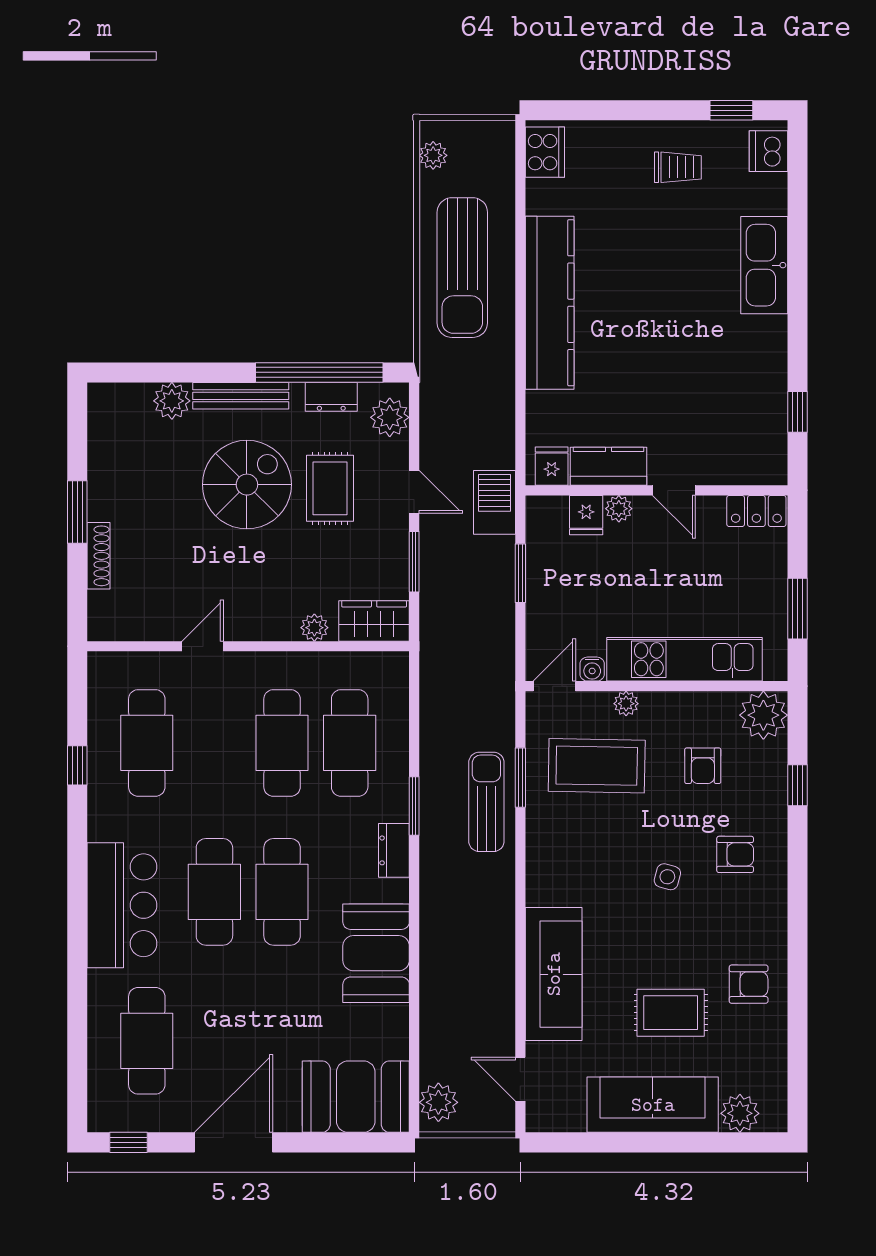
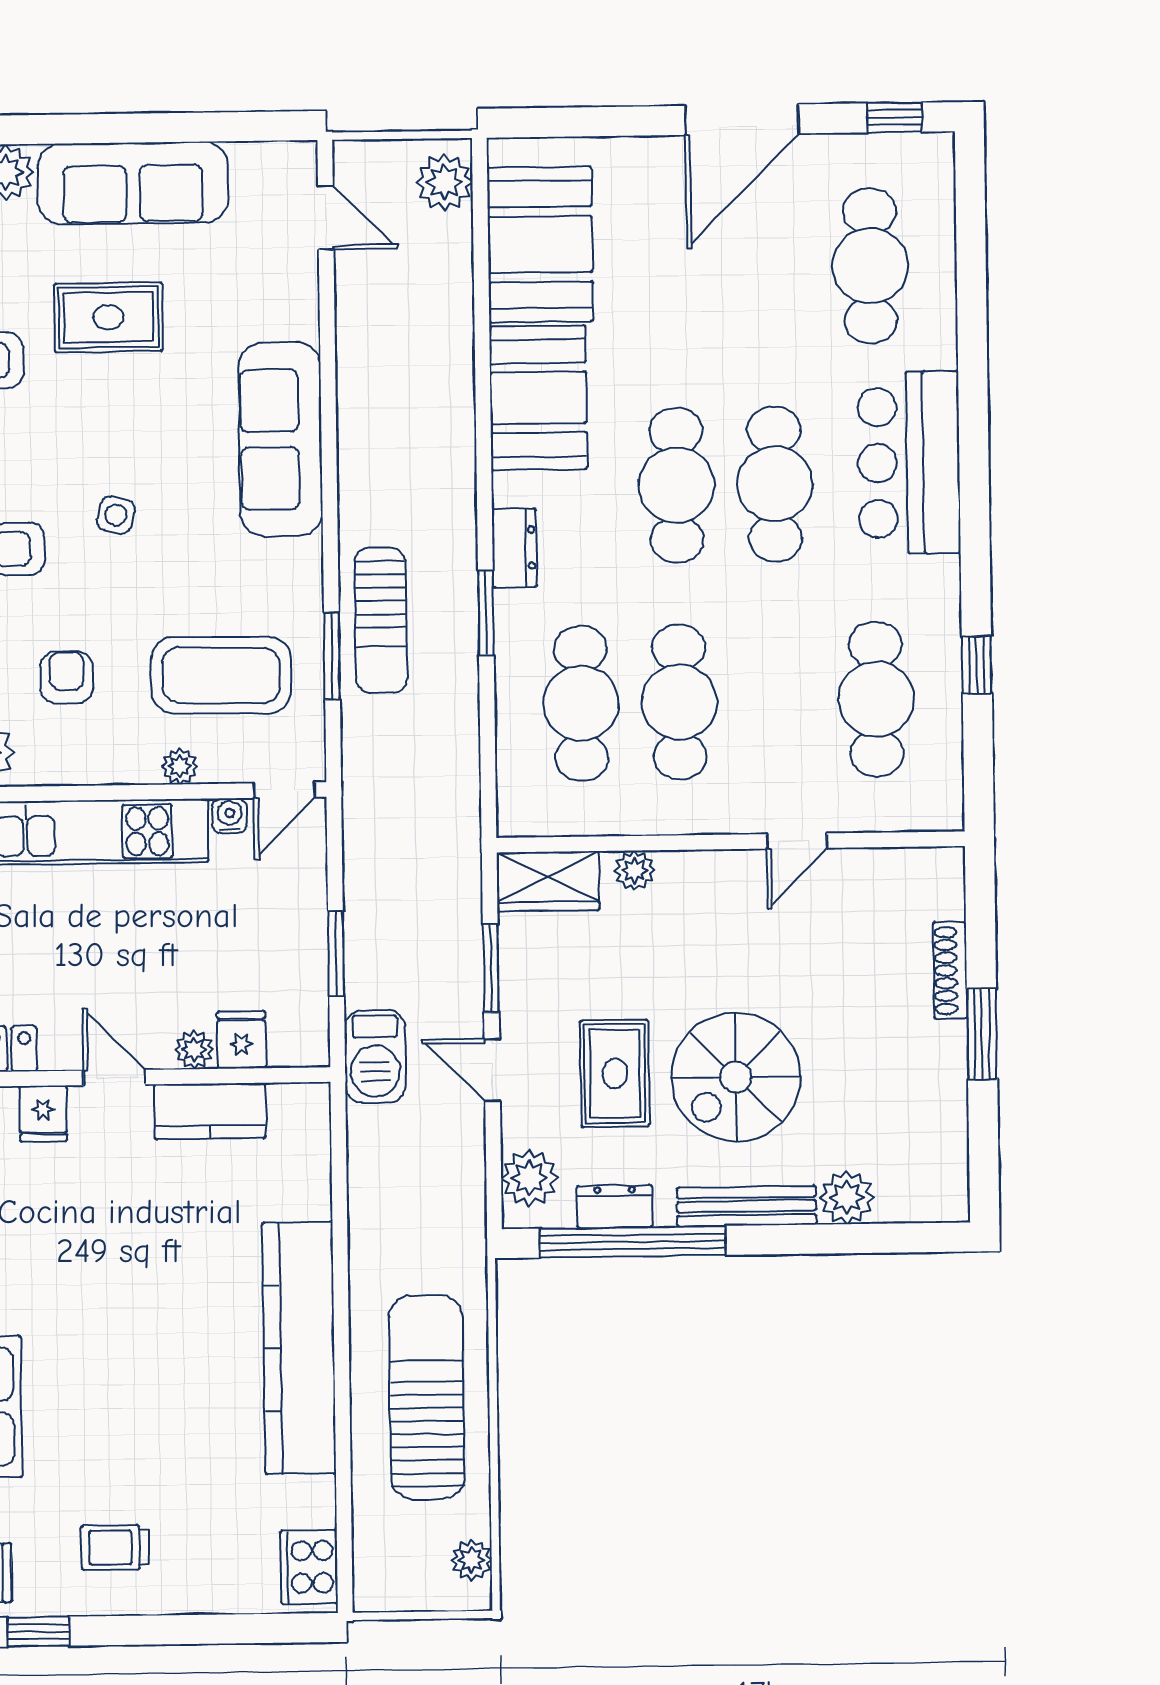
fridge: (552, 466) -> (43, 1114), moved
sofa: (554, 974) -> (280, 439), moved
booth: (356, 1097) -> (540, 244), moved, turned 90

